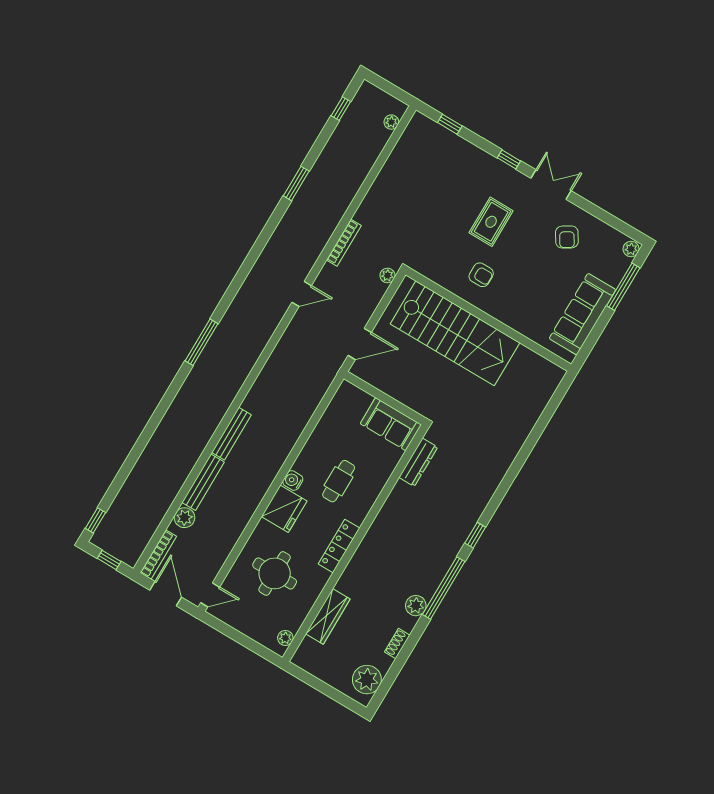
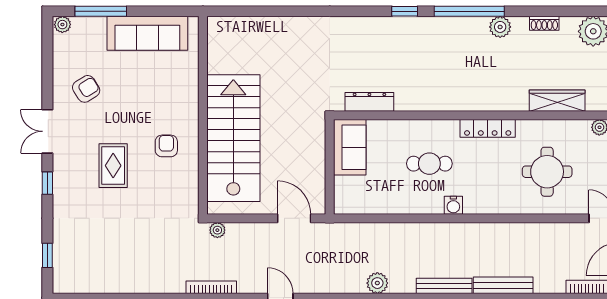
rug: (491, 222) -> (113, 166), turned 90
fridge: (284, 509) -> (483, 198), removed
plant: (185, 518) -> (377, 283), moved

